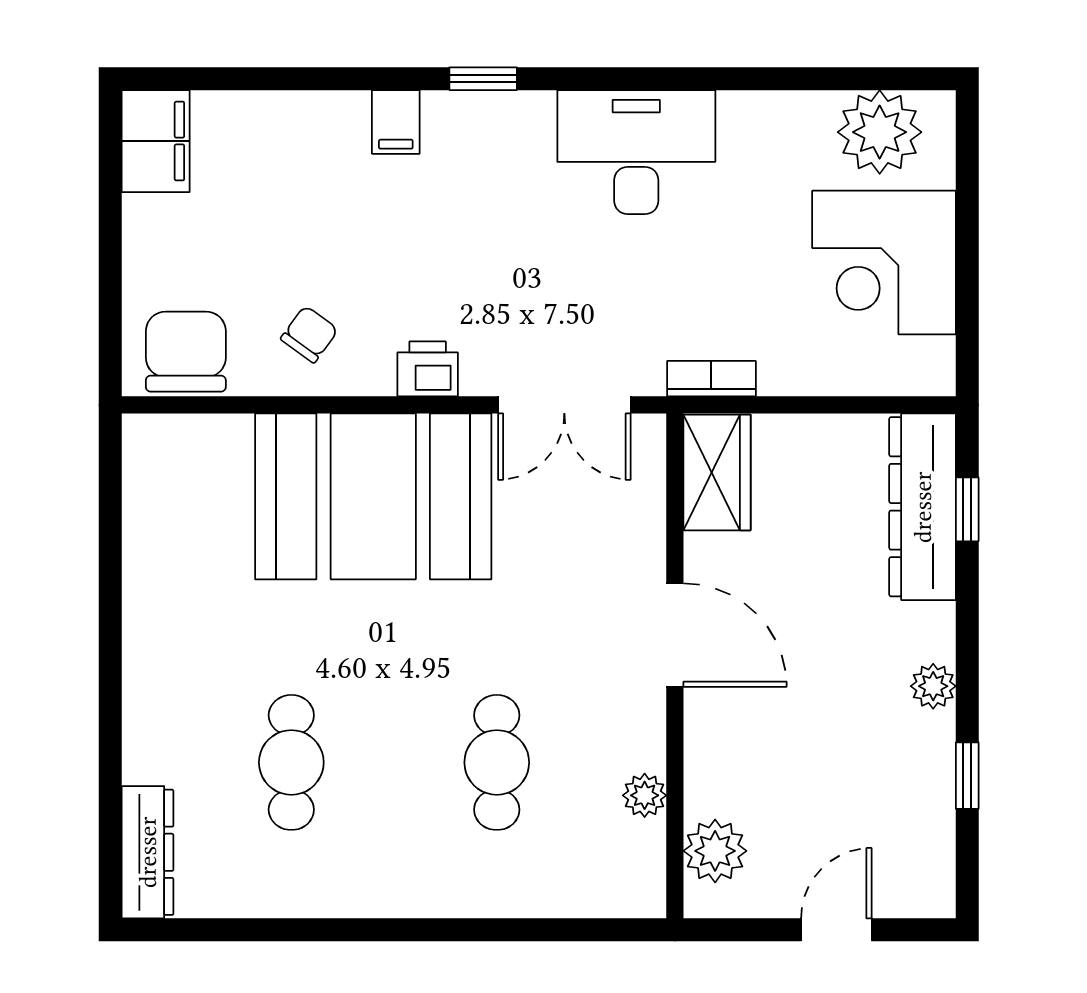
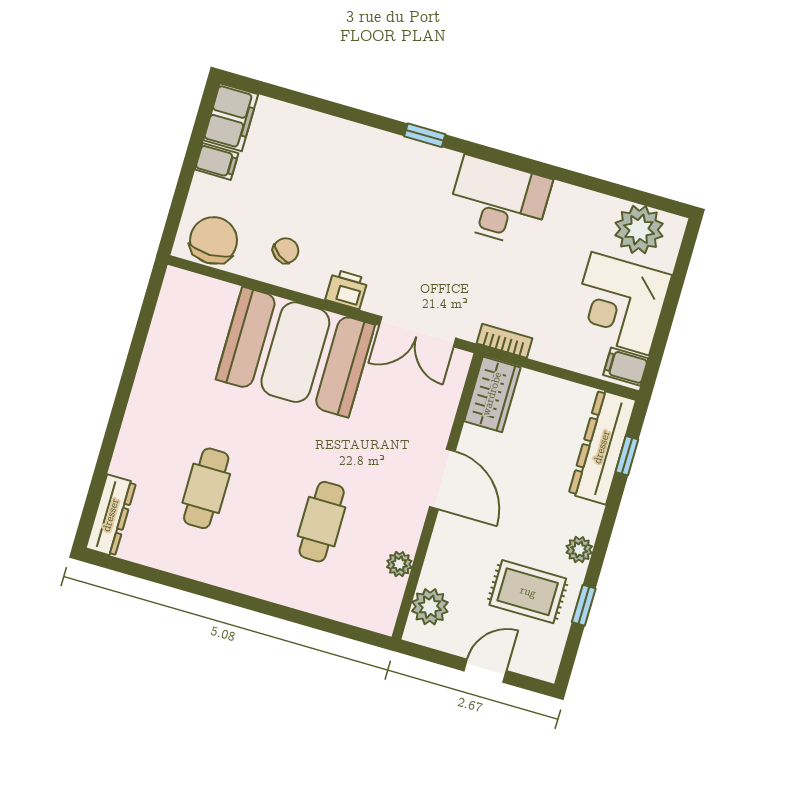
filing cabinet: (396, 122) -> (217, 161), moved, turned -90
filing cabinet: (923, 364) -> (626, 367), added
rug: (869, 780) -> (528, 592), added

